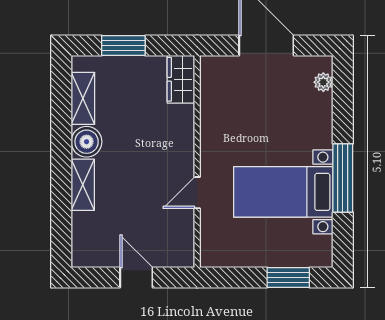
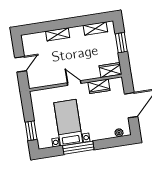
wardrobe: (213, 111) -> (99, 86), added
boiler: (87, 142) -> (77, 33), removed
door: (197, 193) -> (74, 83), moved

